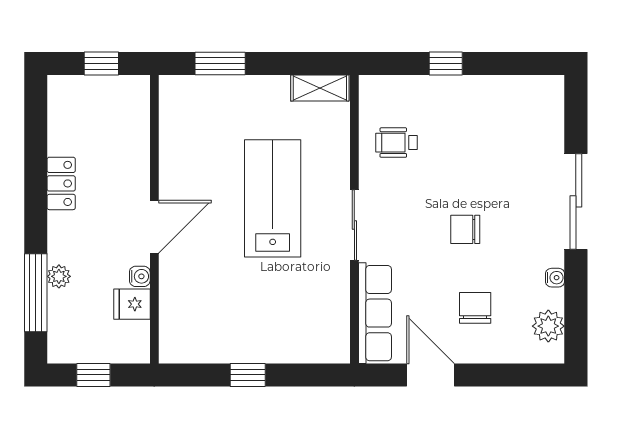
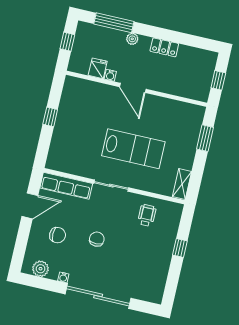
sliding door: (576, 201) -> (98, 296), width x1.36
plant: (59, 276) -> (132, 39), moved

